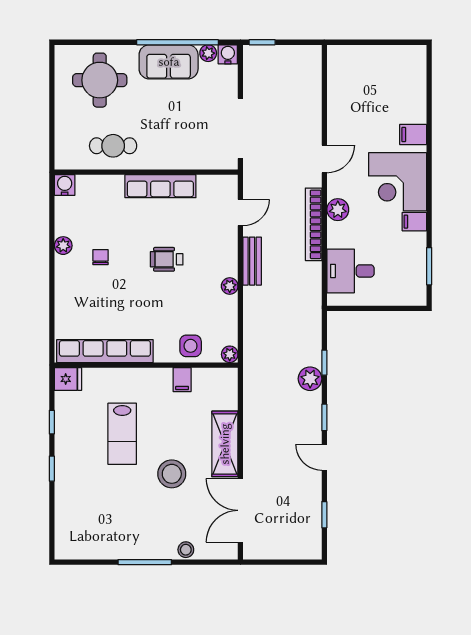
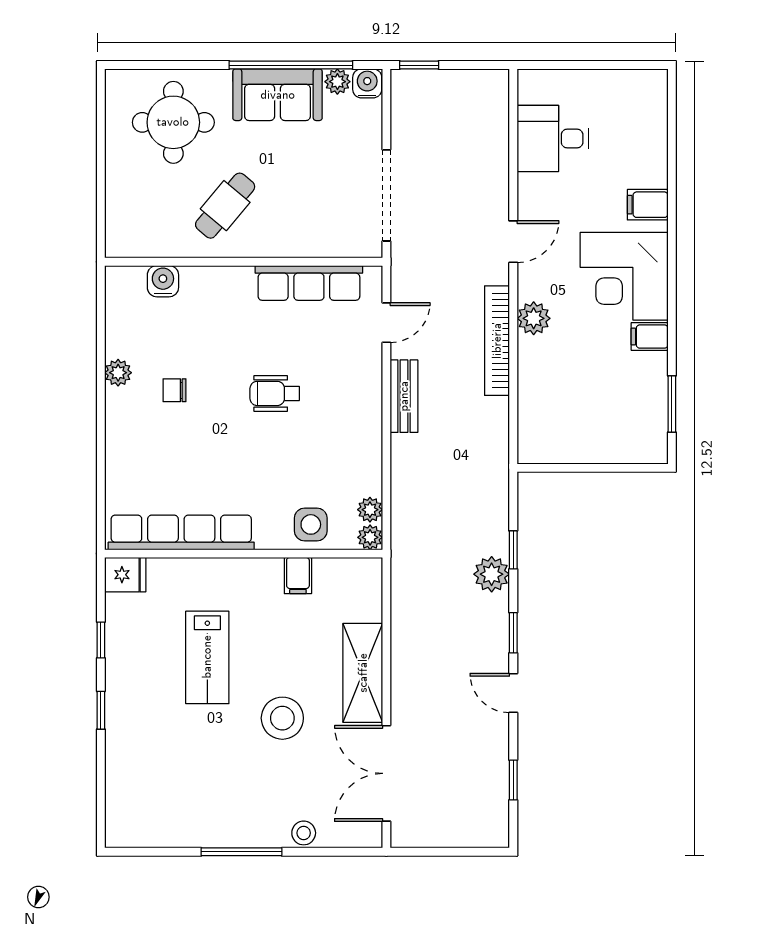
cafe table: (113, 146) -> (225, 206), moved, turned -50
water cooler: (65, 185) -> (163, 281), moved
row of seats: (160, 186) -> (309, 283), moved
chair: (100, 257) -> (174, 390), turned -90
desk: (350, 271) -> (553, 139), moved
plant: (230, 286) -> (370, 510), moved

